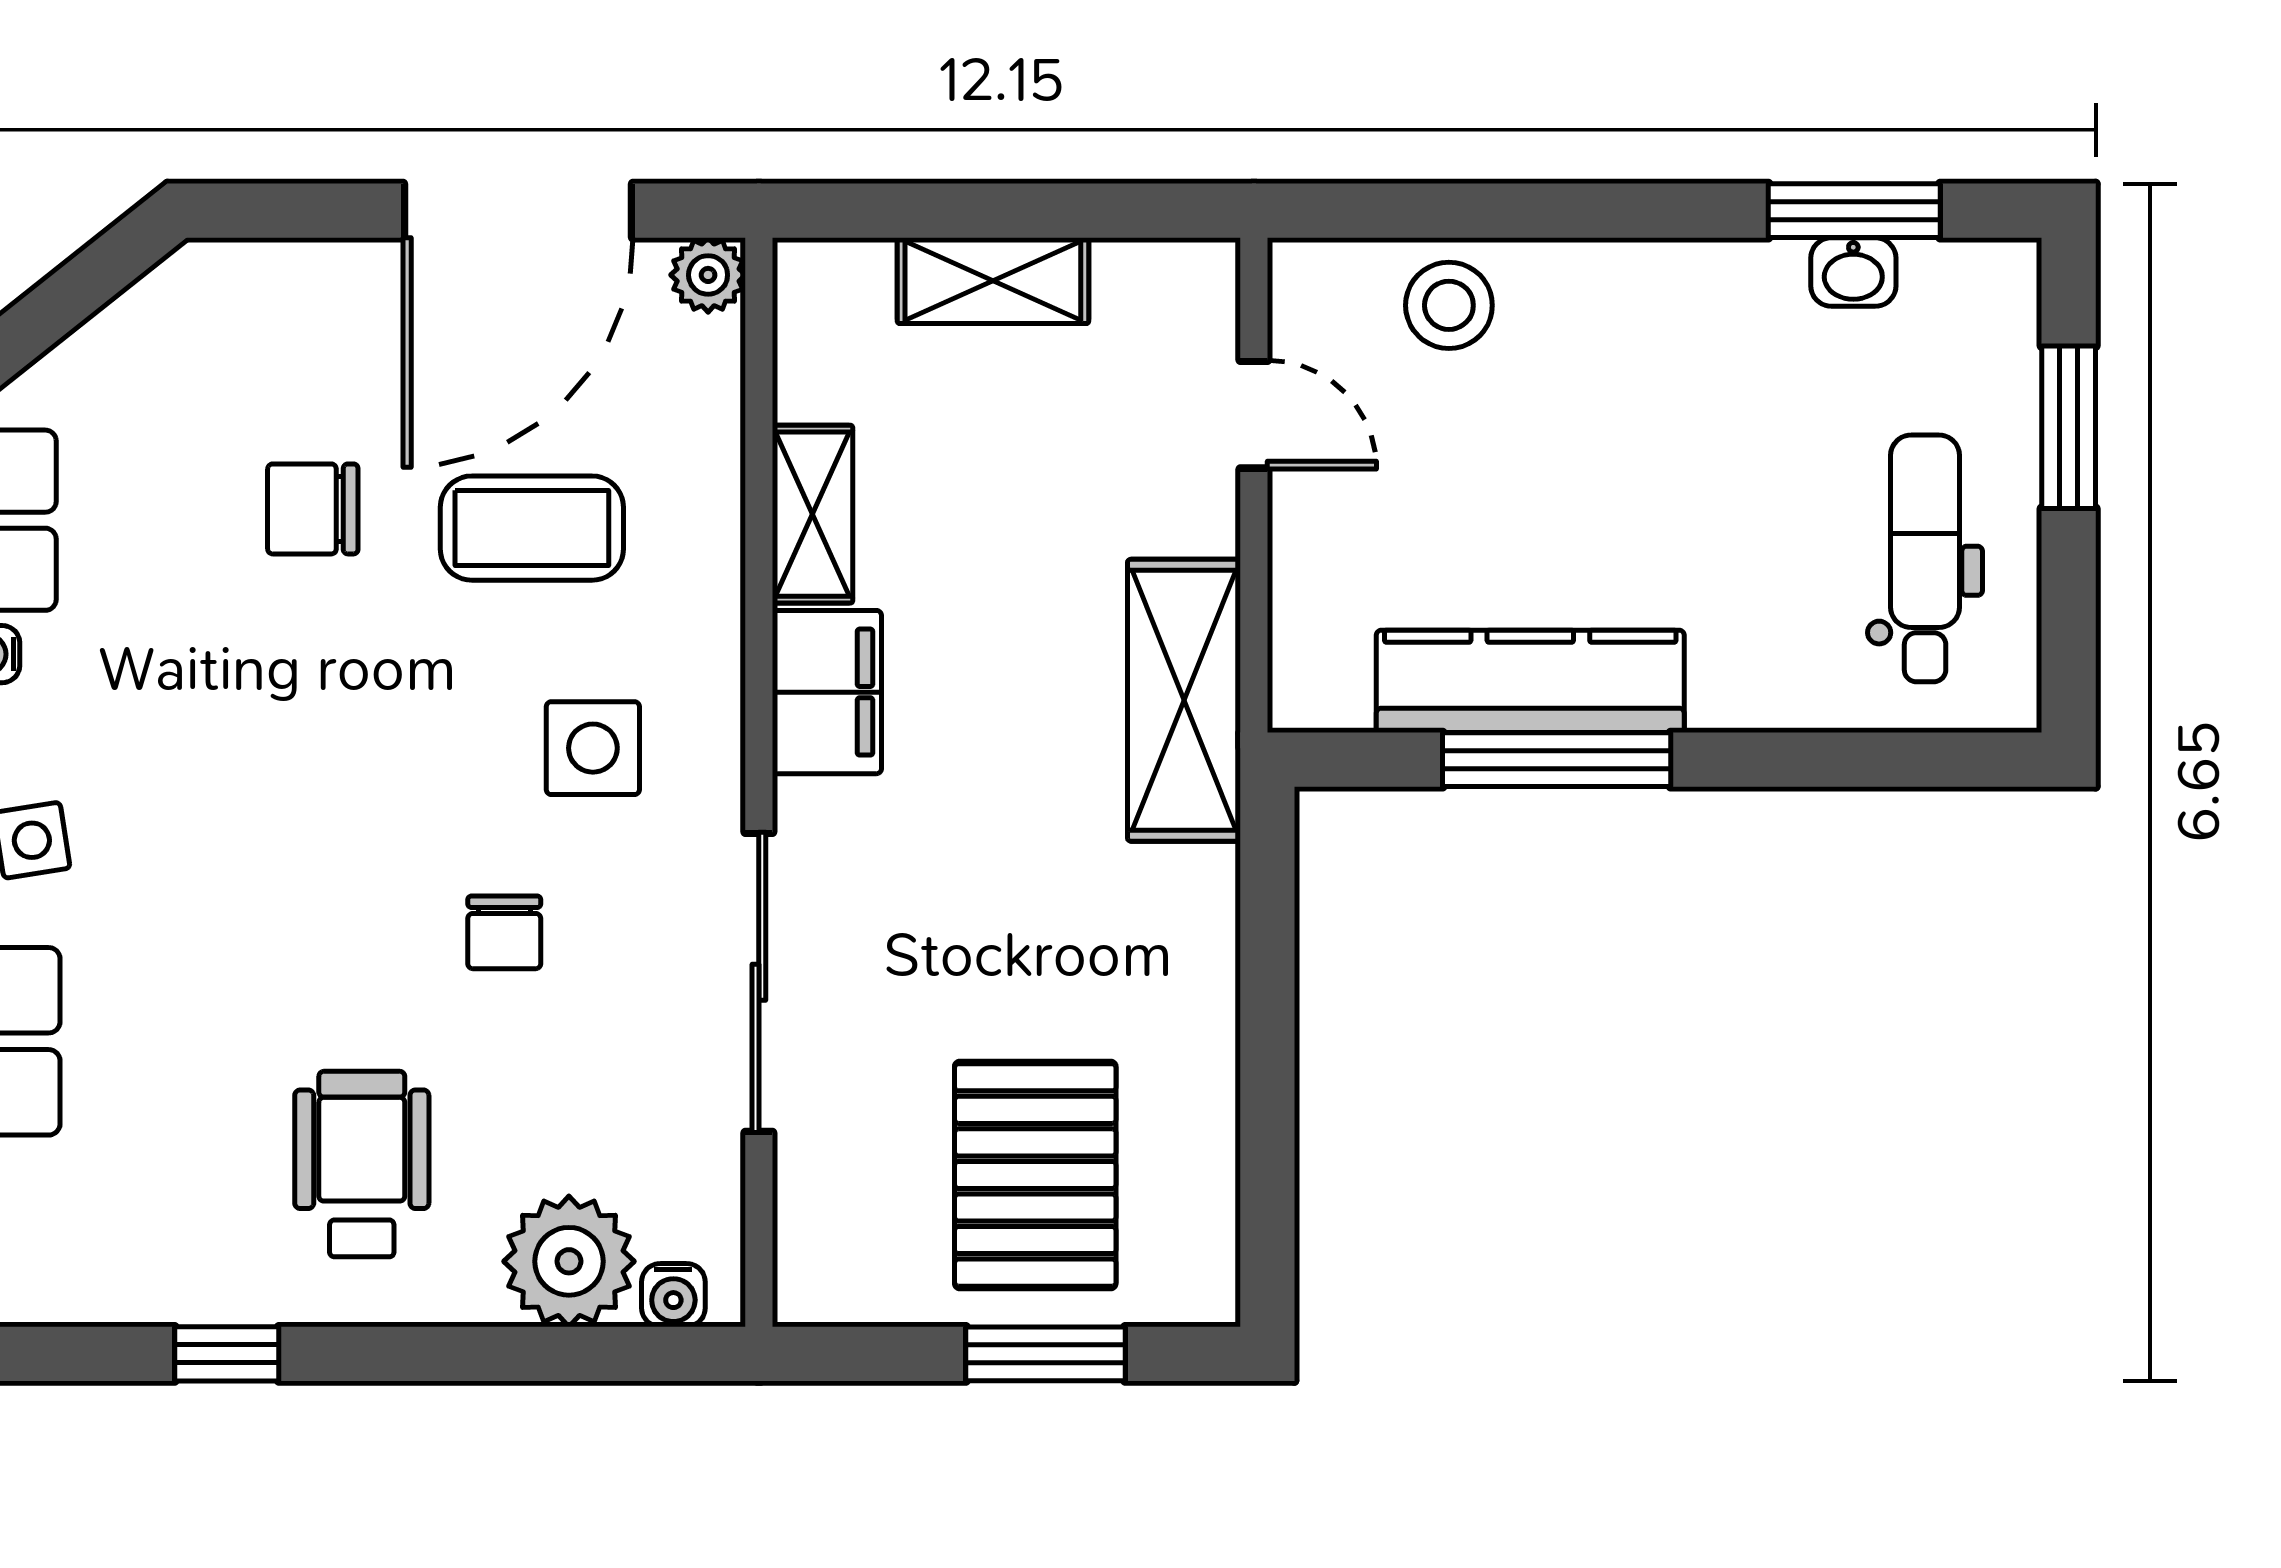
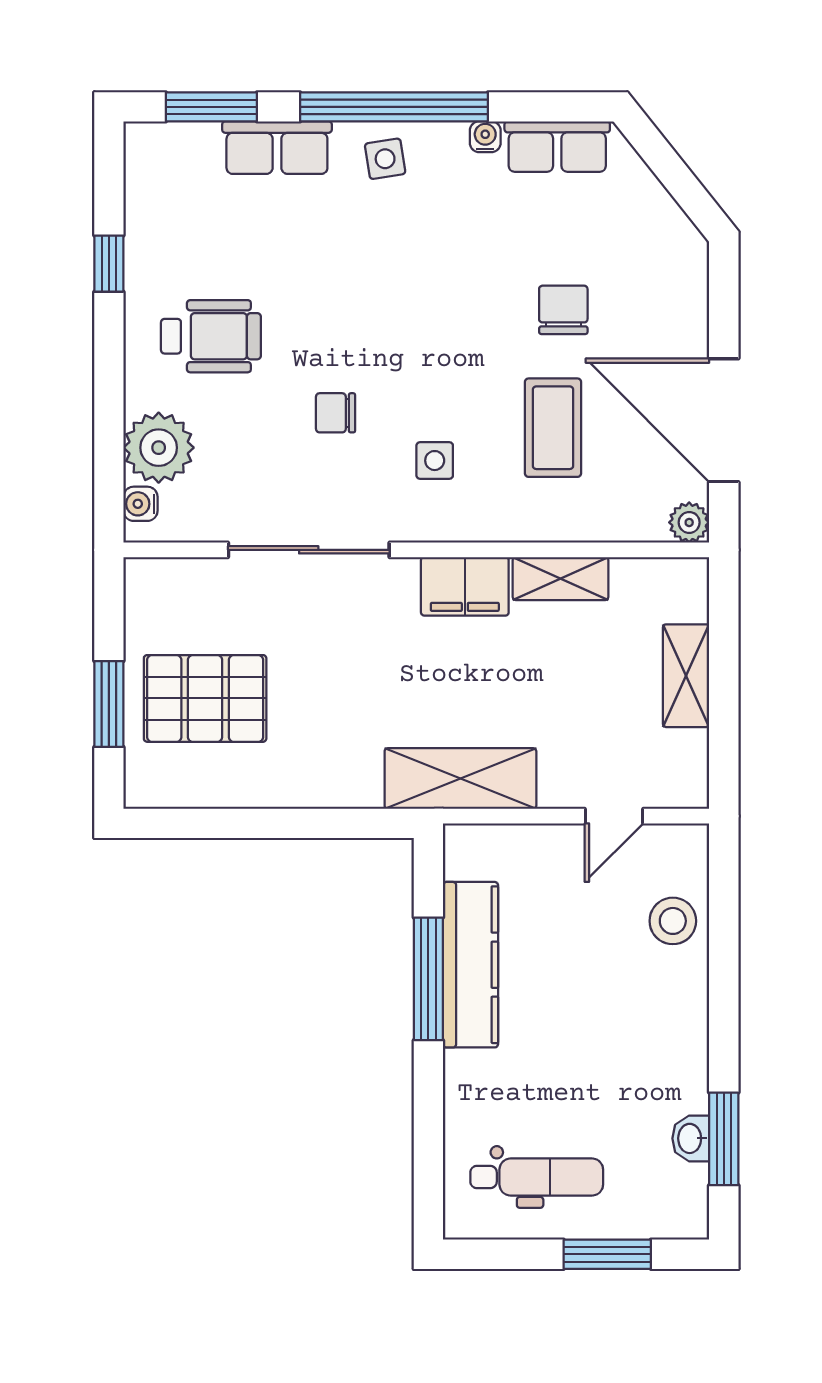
side table: (593, 748) -> (435, 461), width x0.73, depth x0.73

